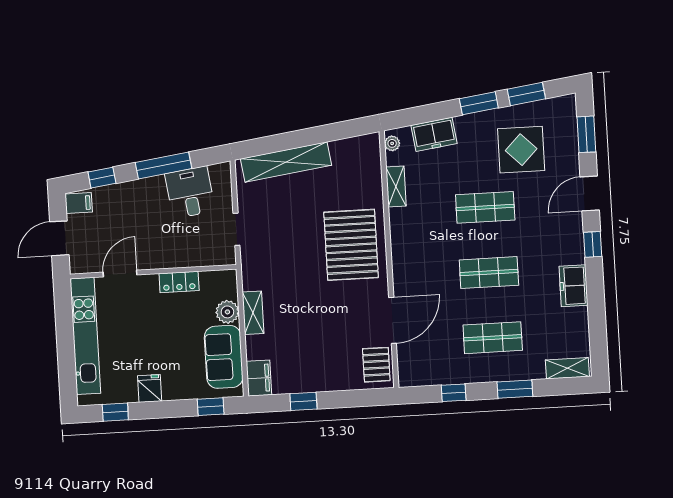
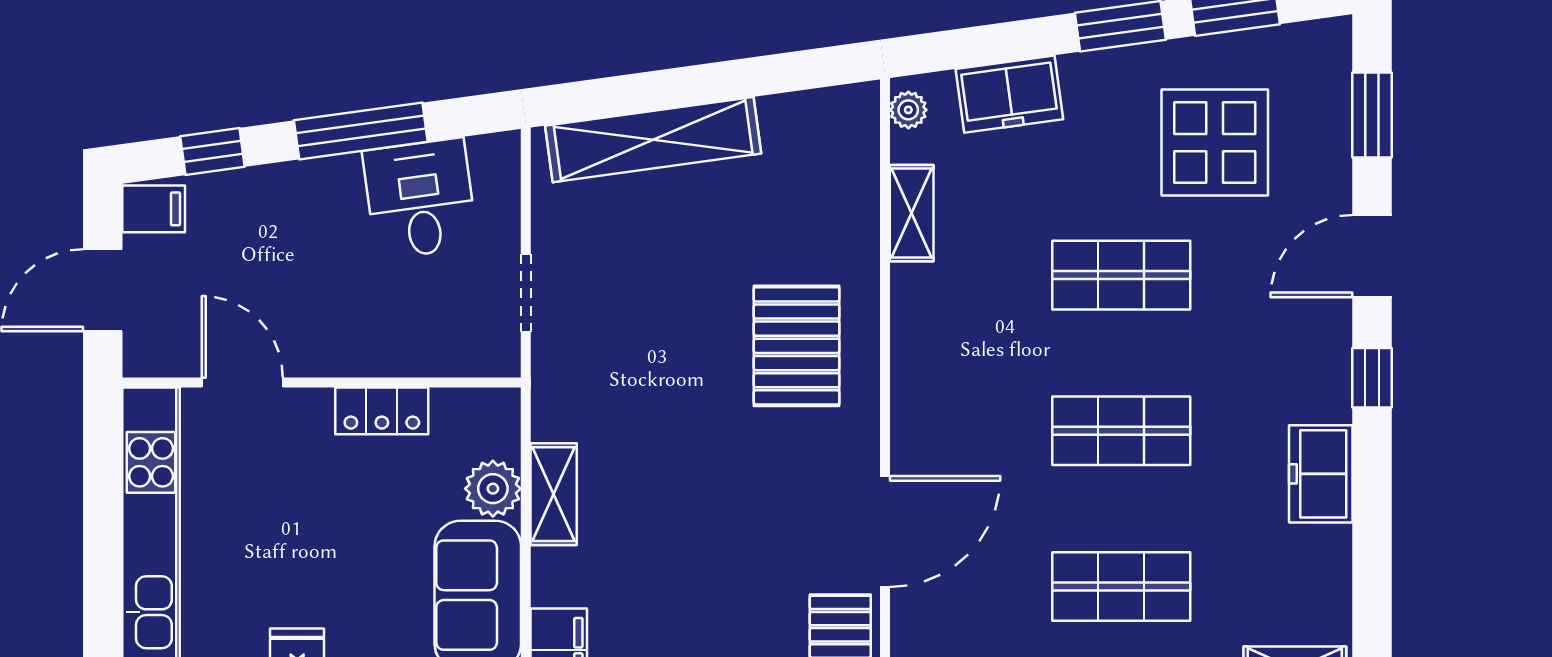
pallet: (351, 245) -> (797, 346), width x0.73, depth x0.71
door: (120, 274) -> (242, 382), hinge flipped

